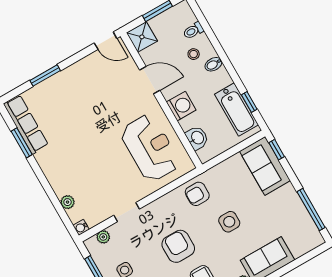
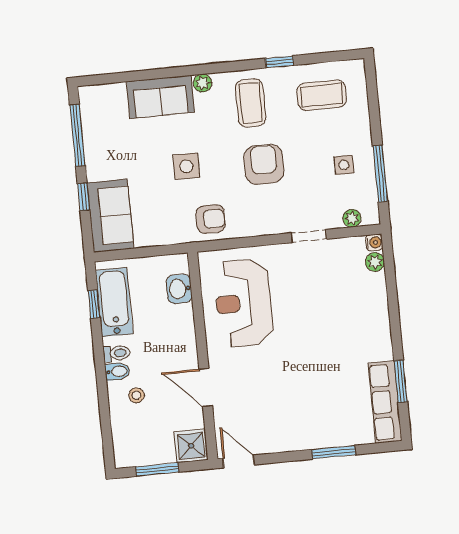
toilet: (193, 31) -> (117, 353), moved
washing machine: (181, 106) -> (181, 337), removed
window: (277, 150) -> (83, 197), moved
plant: (68, 202) -> (375, 262), moved
armchair: (178, 246) -> (264, 164), turned 180

